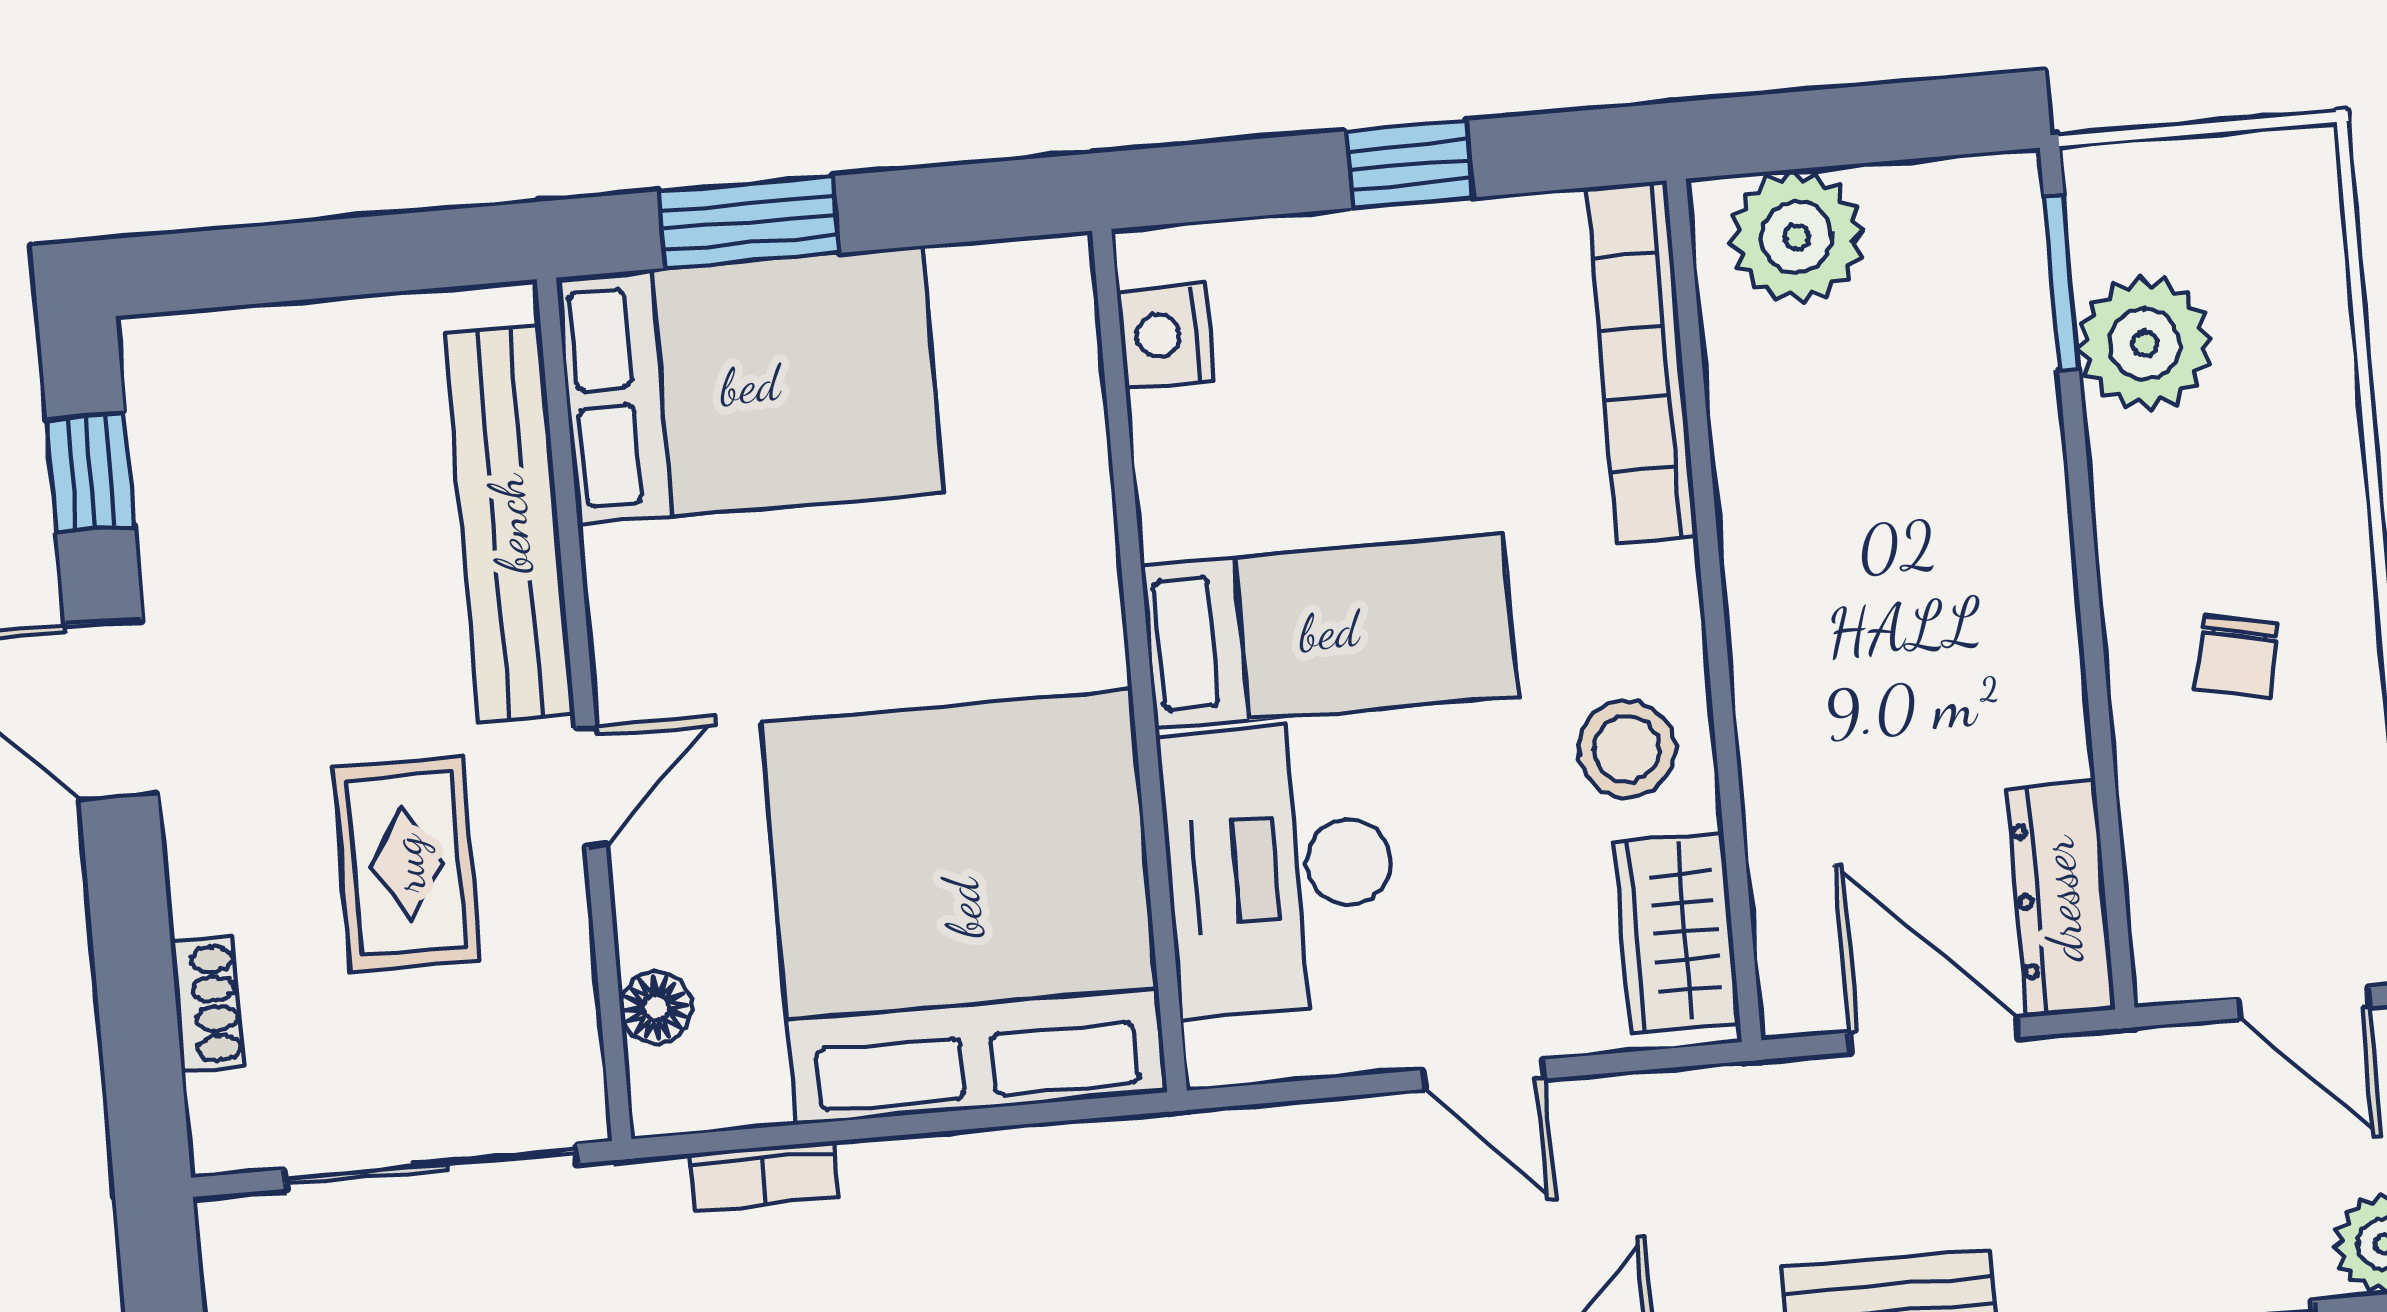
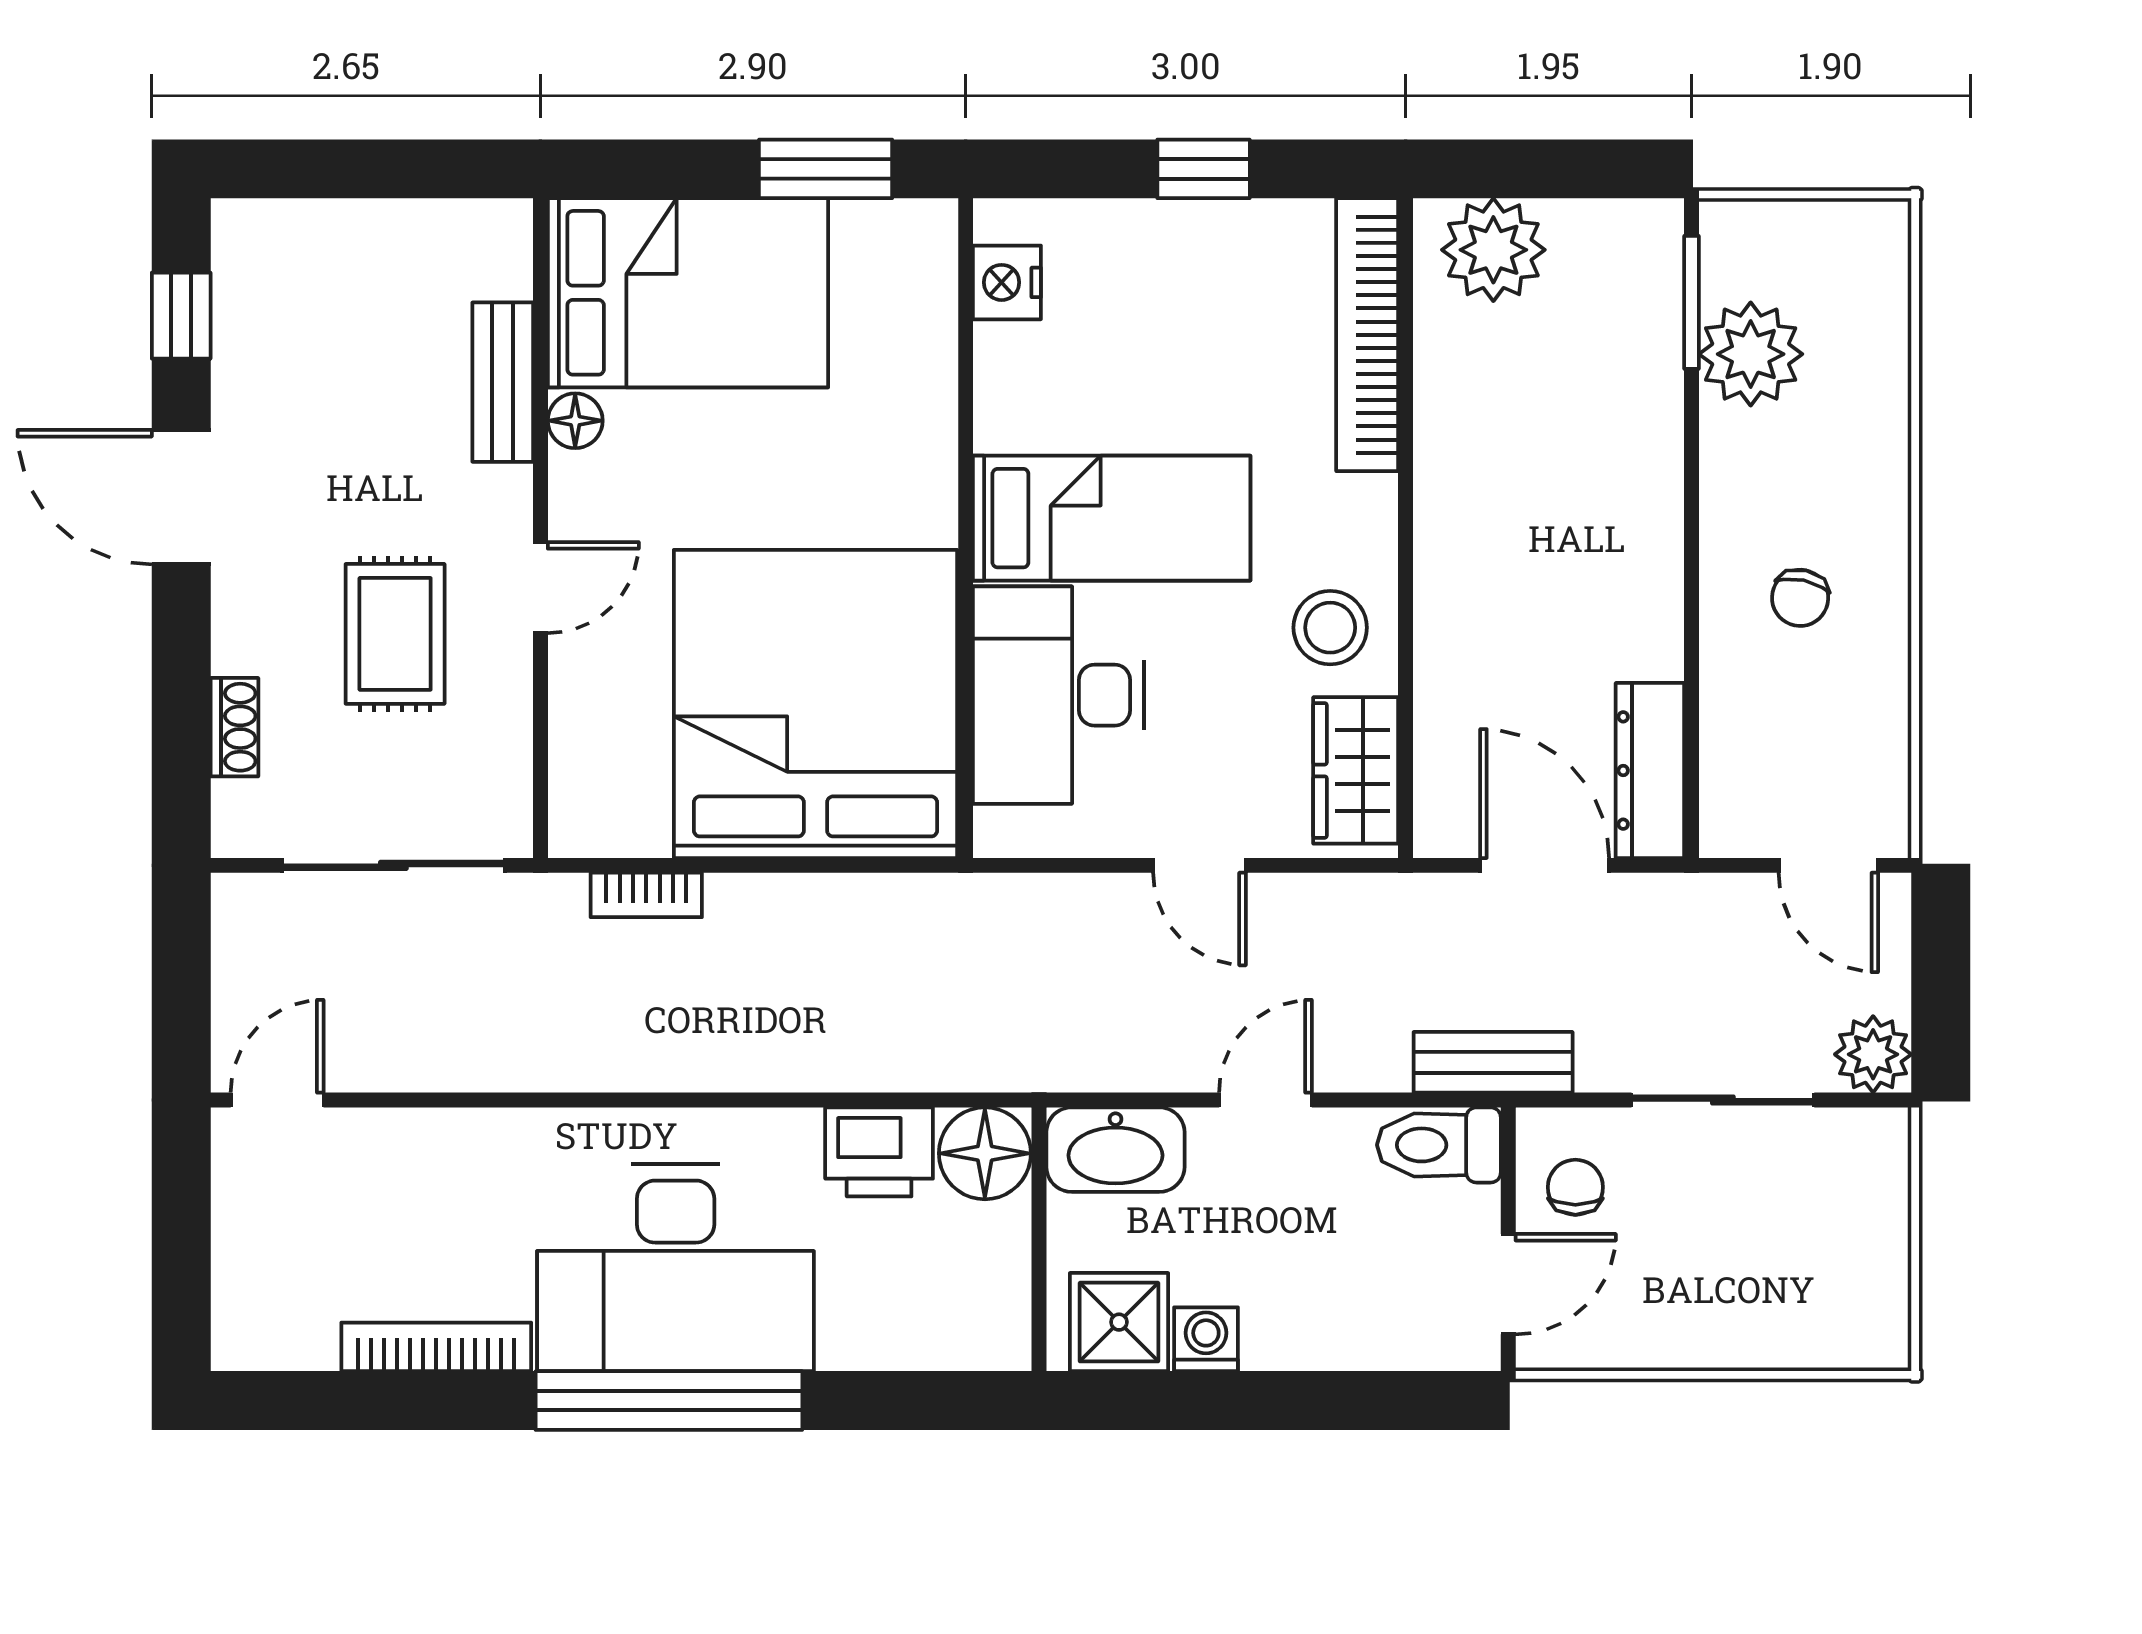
window: (749, 222) -> (826, 169), moved
bench: (510, 524) -> (503, 382), width x0.54, depth x0.82
floor lamp: (656, 1008) -> (575, 421), moved

